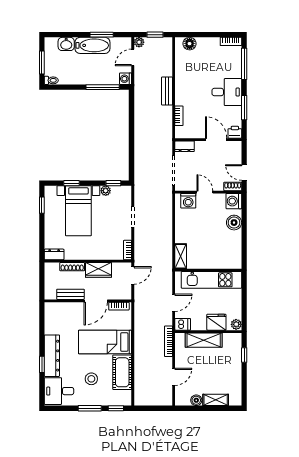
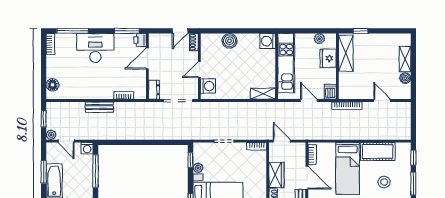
desk: (227, 92) -> (95, 48), width x1.37
window: (244, 108) -> (127, 31), moved
washing machine: (234, 201) -> (268, 41), moved, turned 90
plant: (236, 324) -> (319, 39), moved
shelving: (204, 340) -> (346, 53), moved

